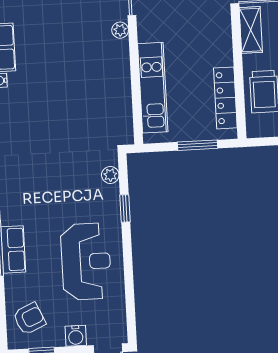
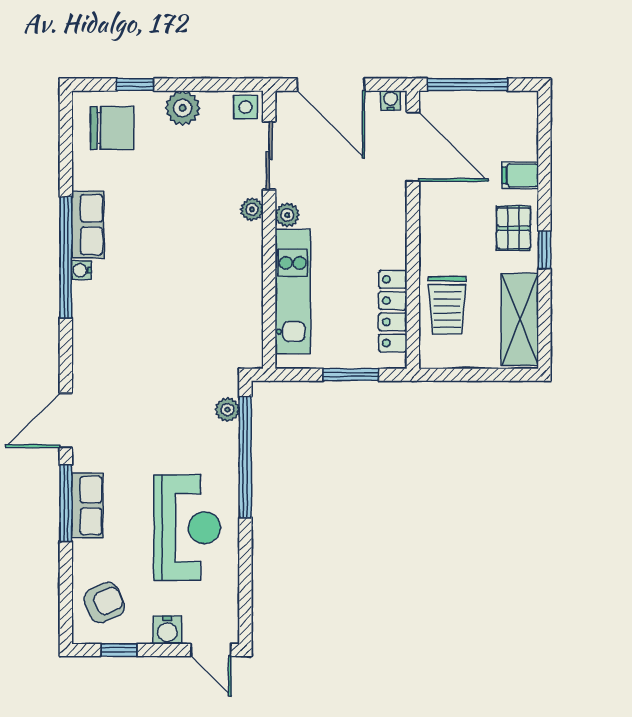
shelving: (251, 30) -> (433, 219), removed
plant: (146, 33) -> (287, 215), added
window: (125, 208) -> (245, 457), width x3.17

